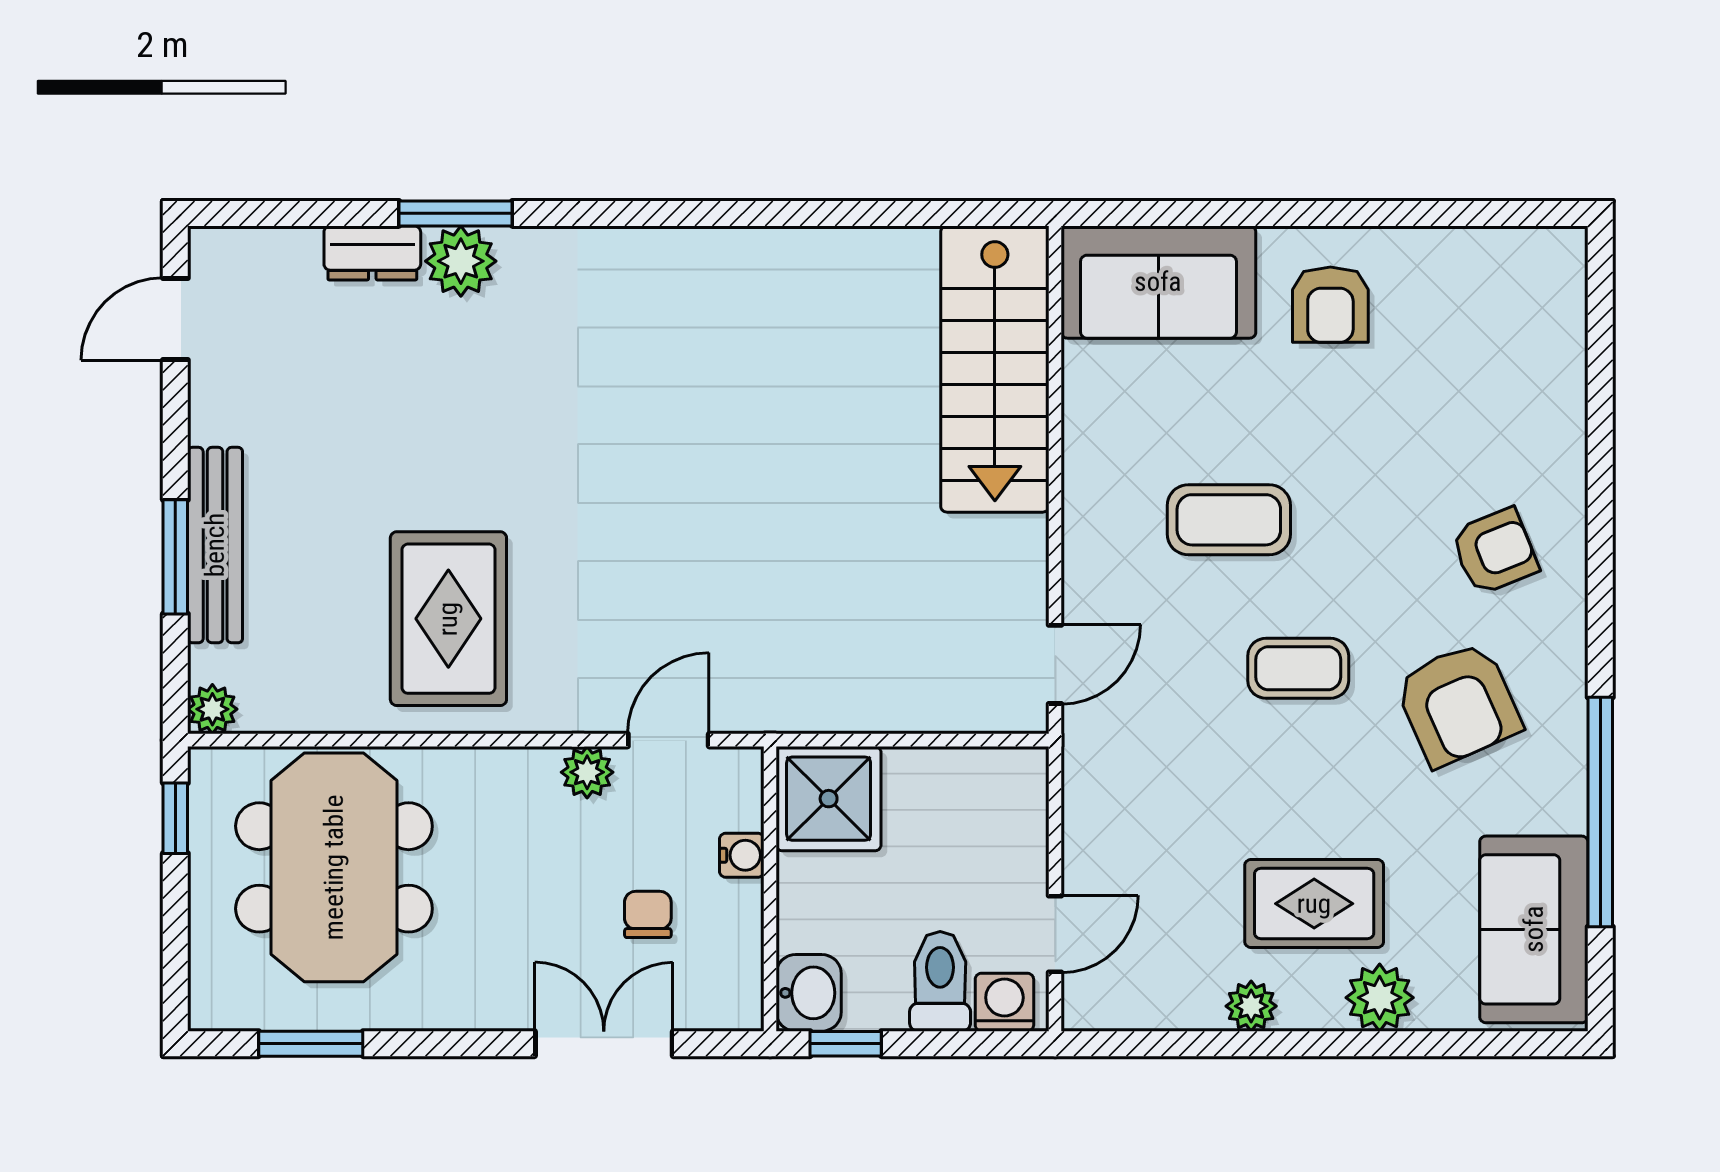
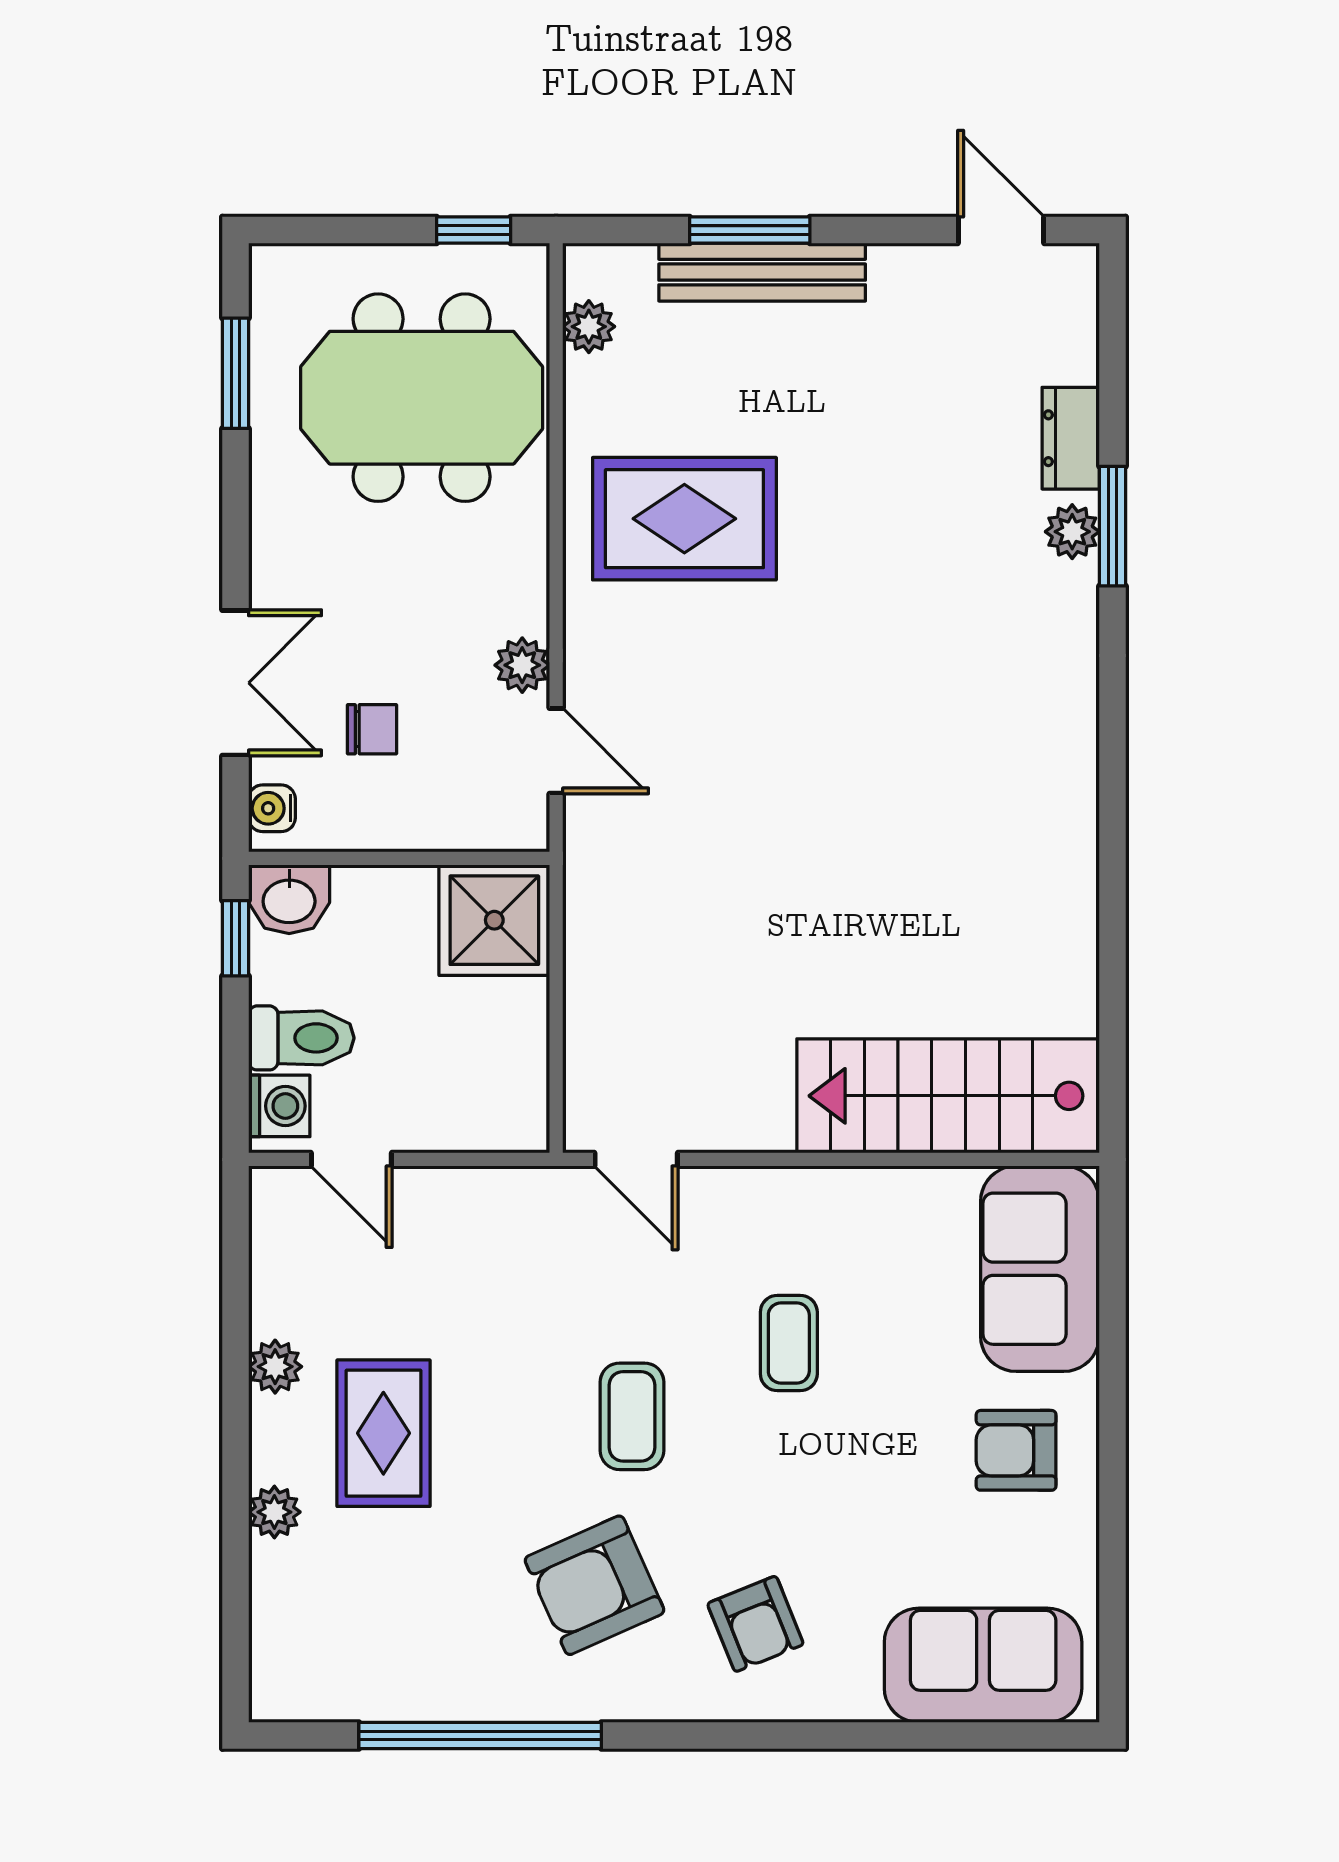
plant: (461, 261) -> (1072, 532), width x0.73, depth x0.73
coffee table: (1229, 520) -> (789, 1343), width x0.73, depth x0.77
plant: (212, 709) -> (589, 327), moved
water cooler: (742, 855) -> (272, 808), moved, turned 90
sofa: (1534, 929) -> (983, 1665), moved
plant: (1380, 998) -> (274, 1512), width x0.73, depth x0.73

